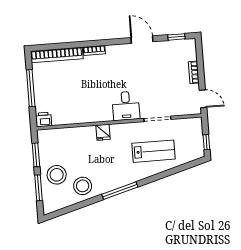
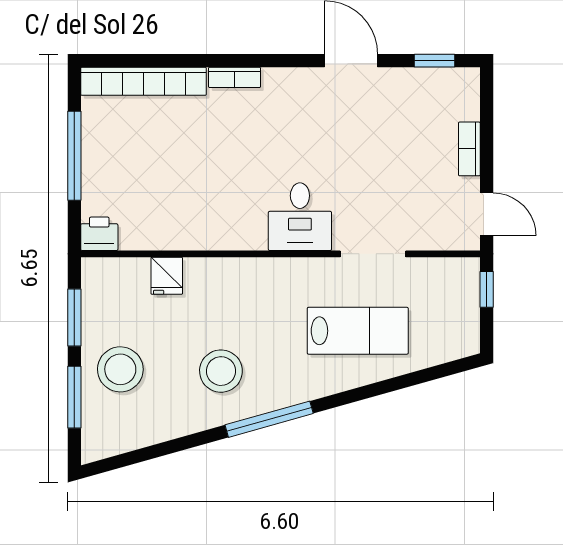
fridge: (103, 132) -> (167, 276), moved
window: (206, 142) -> (487, 289), moved
stool: (83, 186) -> (221, 371), moved

